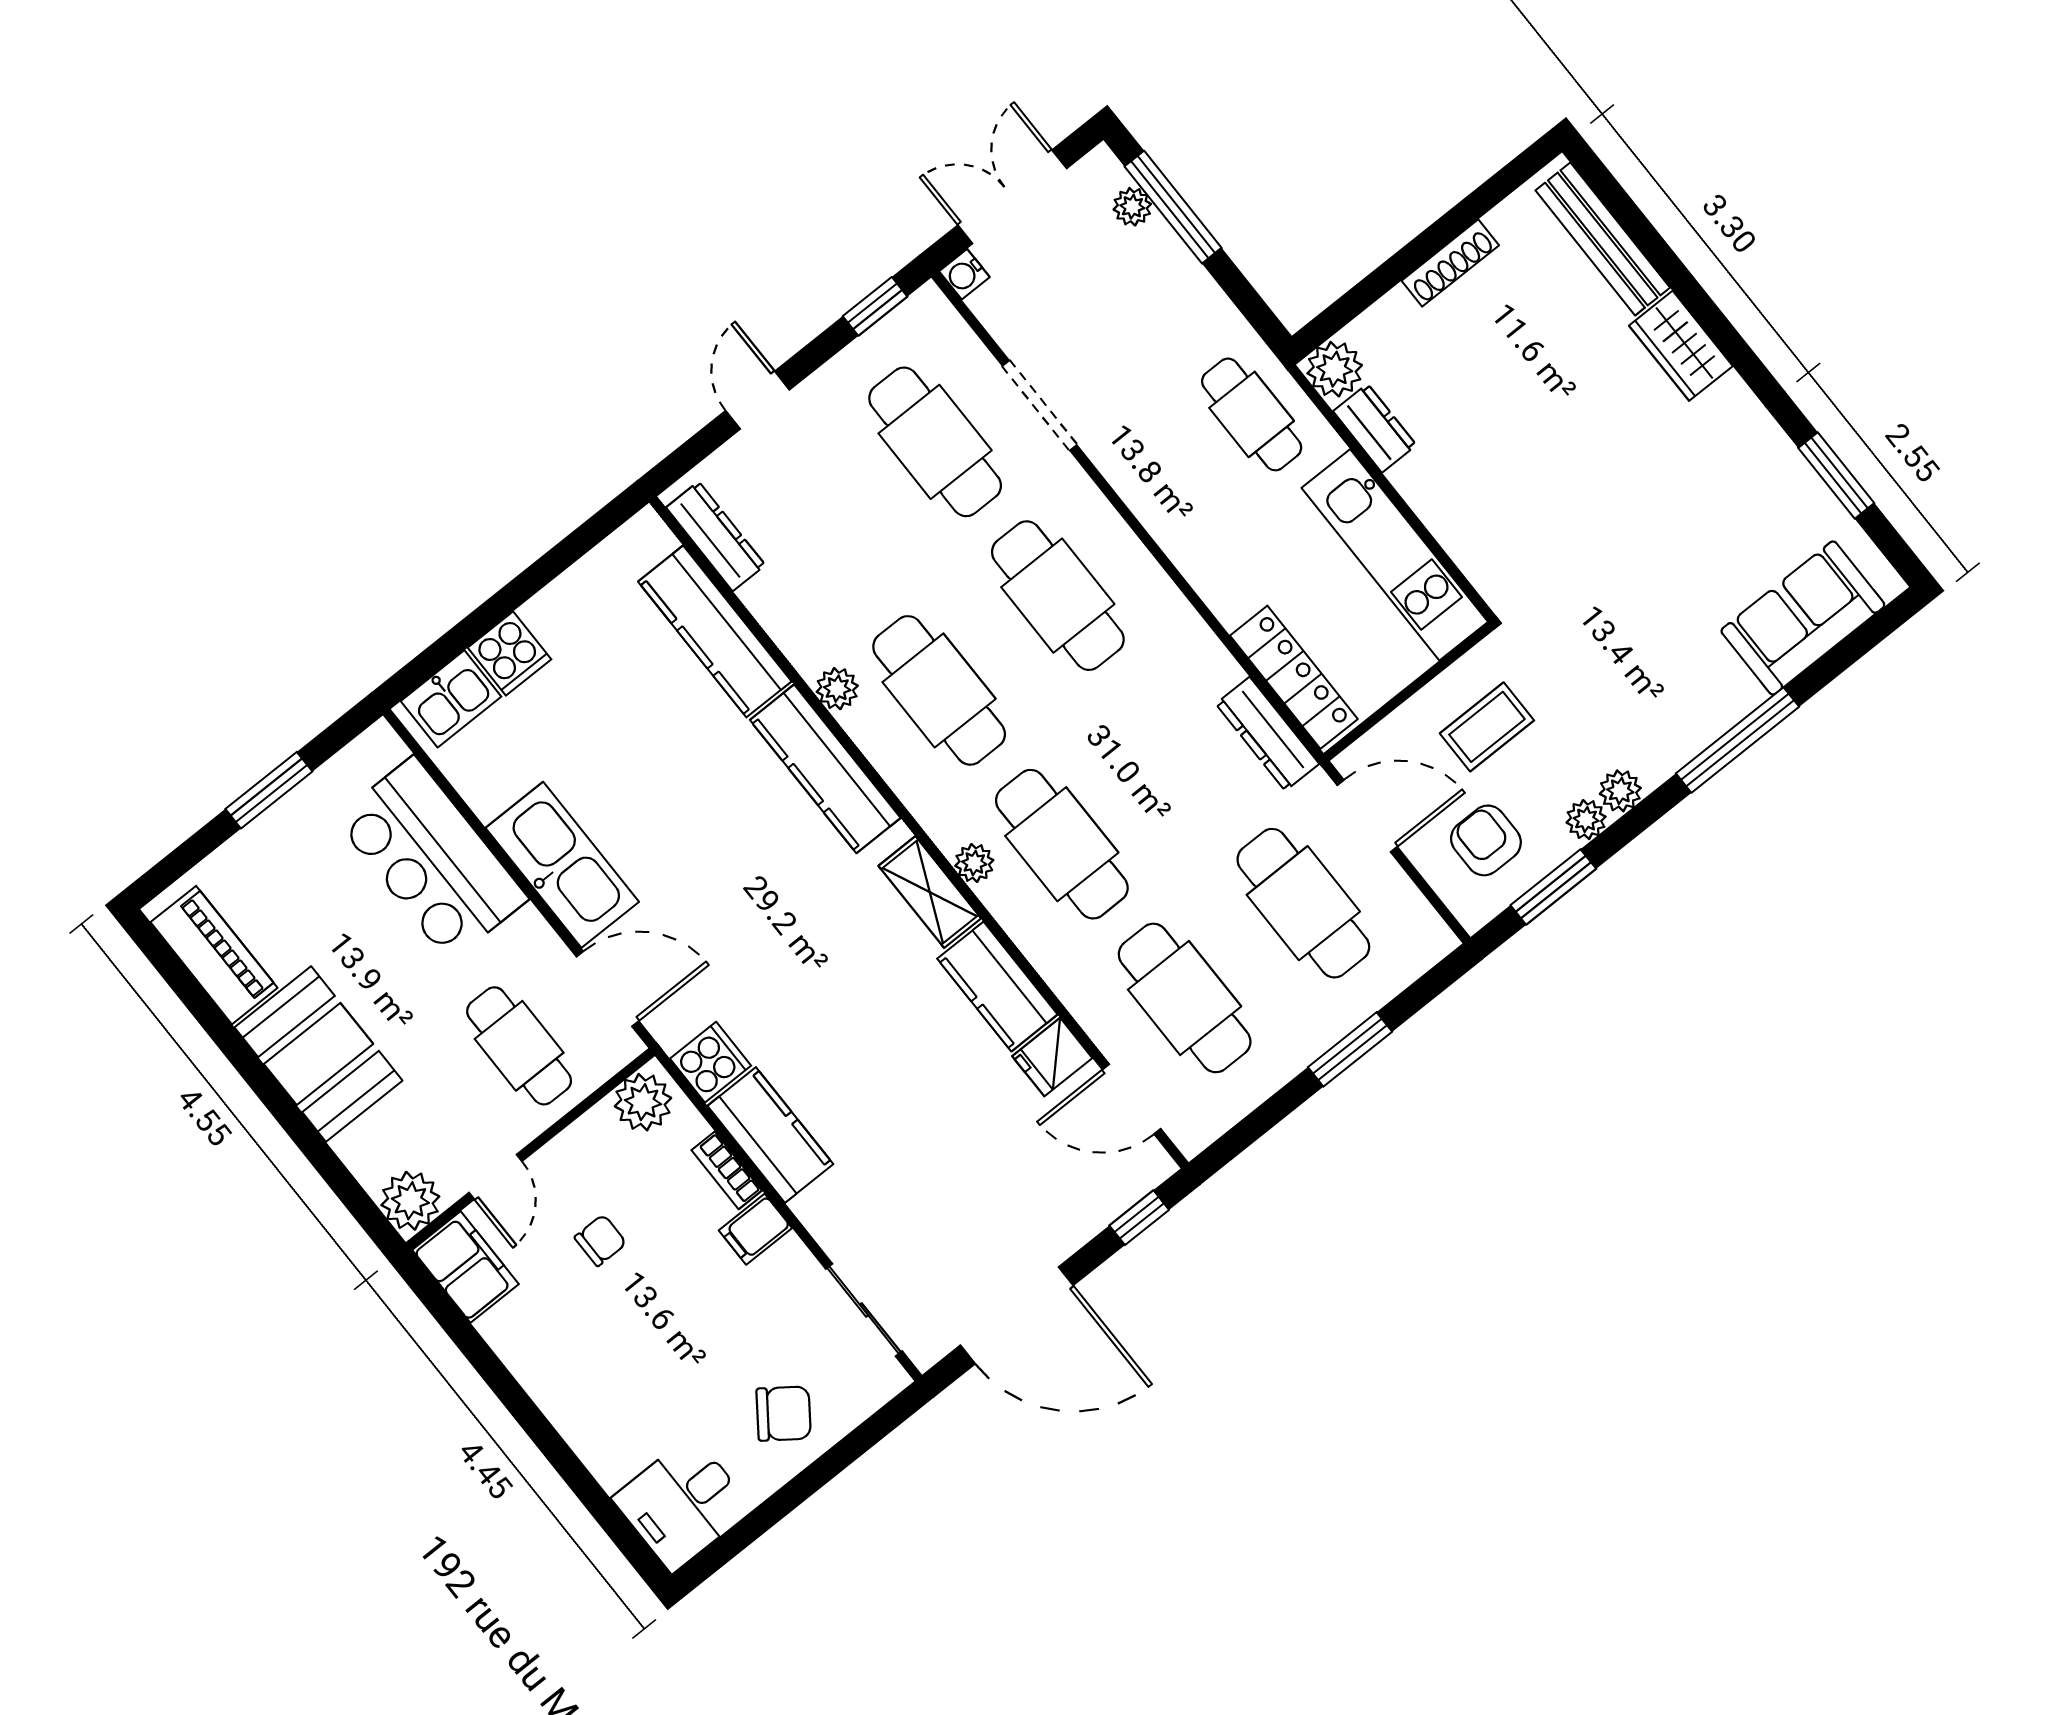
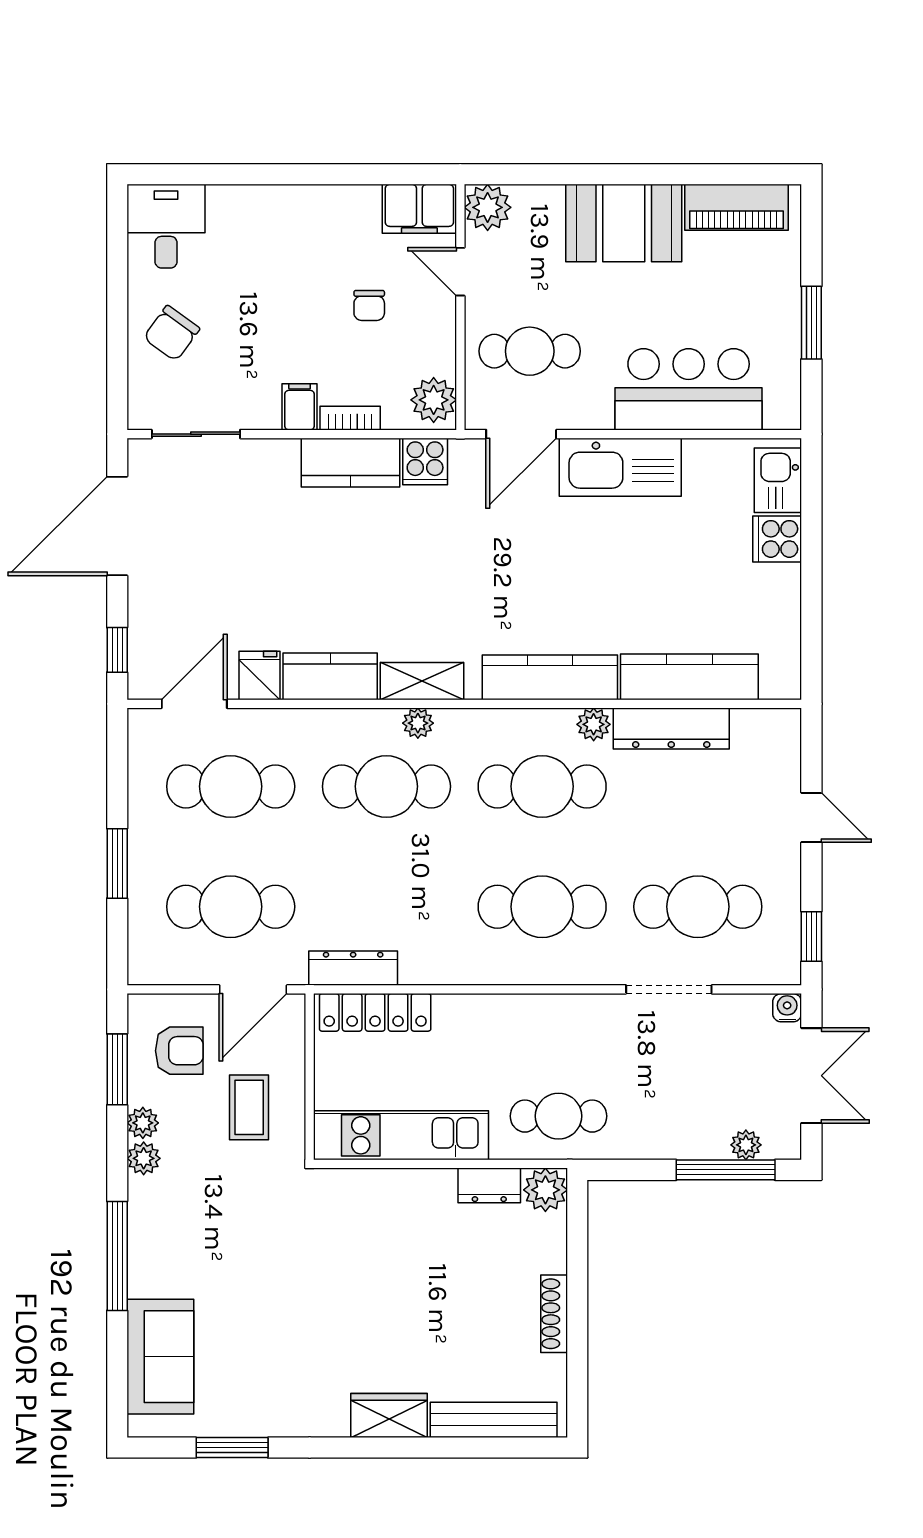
dresser: (716, 536) -> (671, 728), moved, width x1.37, depth x1.24

